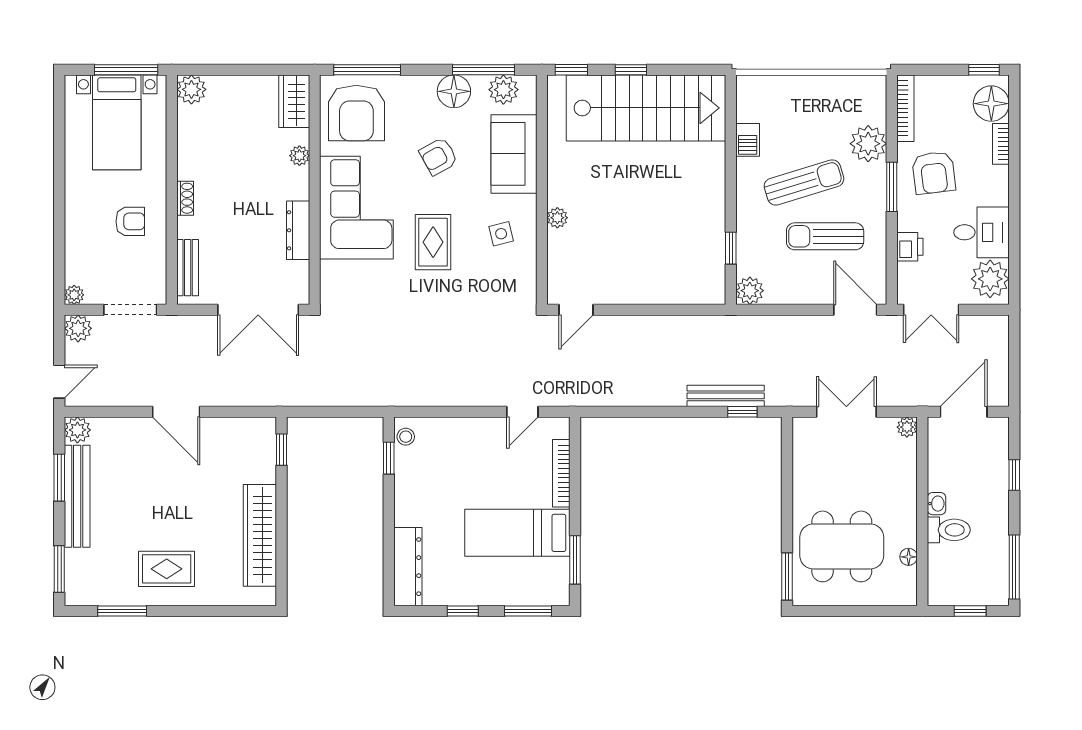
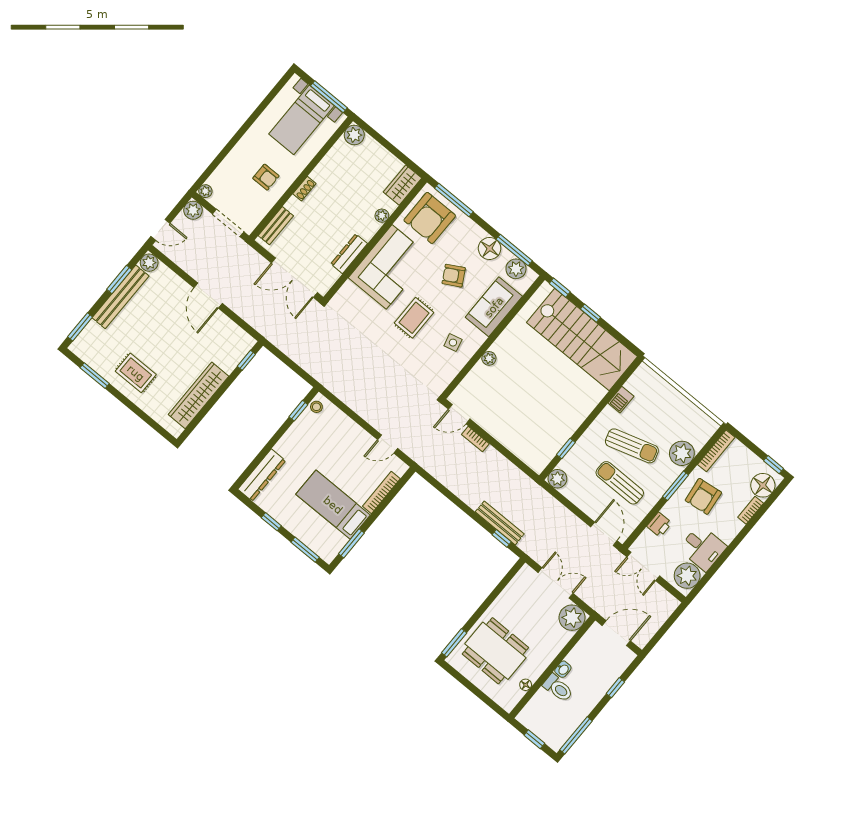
bookcase: (618, 323) -> (475, 439), added
plant: (907, 427) -> (572, 618), width x1.88, depth x1.88

